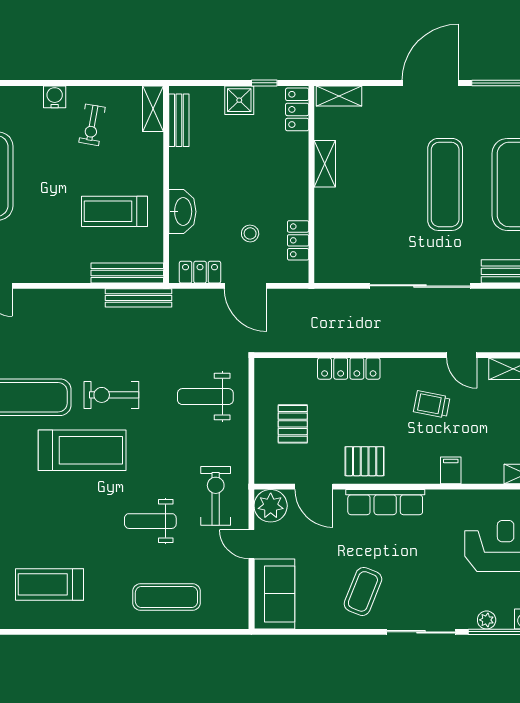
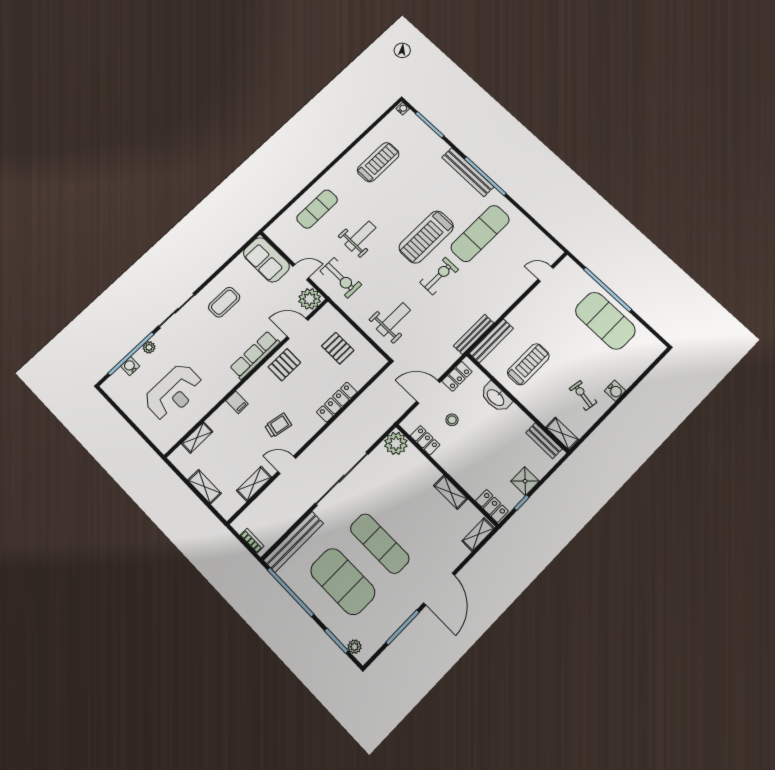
plant: (331, 267) -> (396, 443), added
coffee table: (363, 591) -> (224, 302), turned 68

